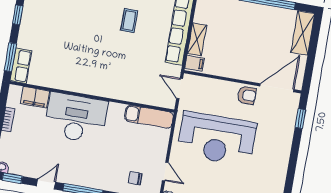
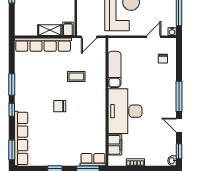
coffee table: (129, 21) -> (76, 77), moved
chair: (97, 35) -> (60, 106), added
exam couch: (149, 117) -> (114, 69), moved

